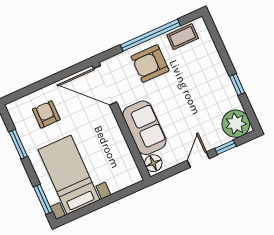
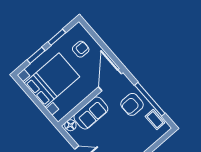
armchair: (150, 64) -> (132, 104), turned -90
bed with nightstands: (69, 175) -> (52, 80), width x1.36
window: (43, 199) -> (36, 55), moved

